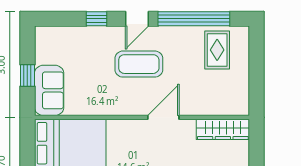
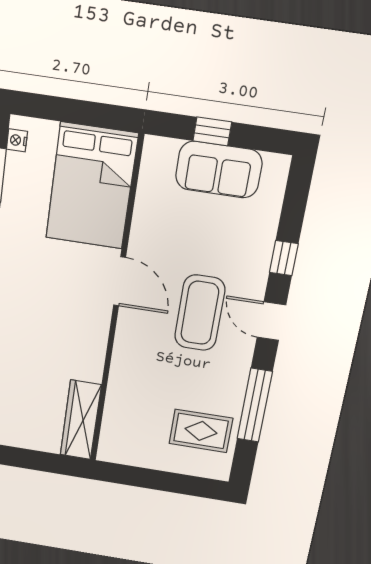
window: (194, 19) -> (255, 405), width x0.68
sofa: (49, 90) -> (219, 170), moved
door: (163, 117) -> (120, 281), moved

